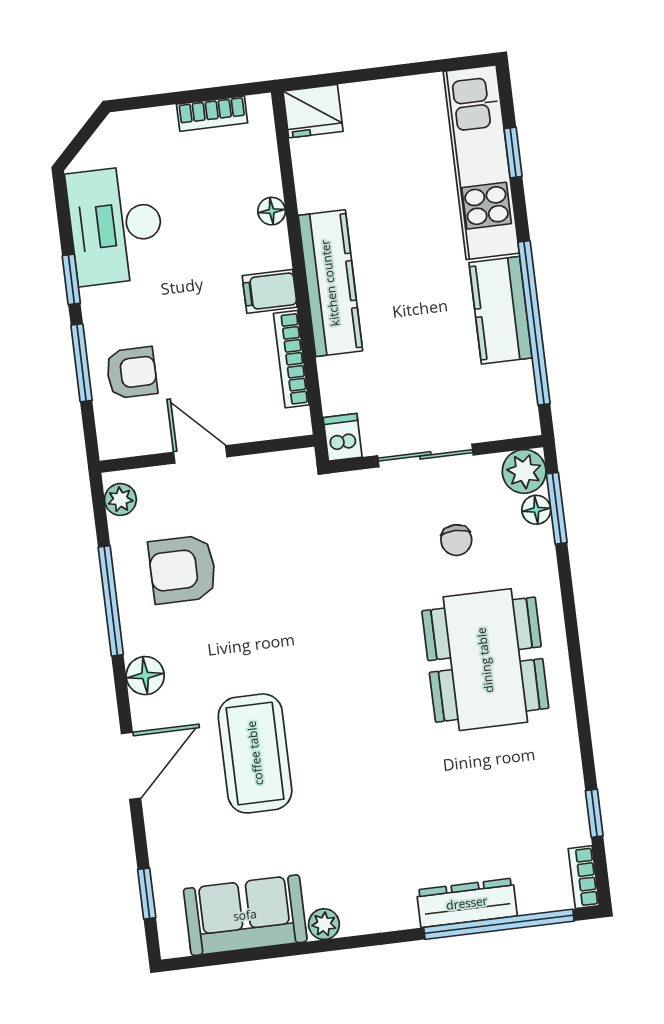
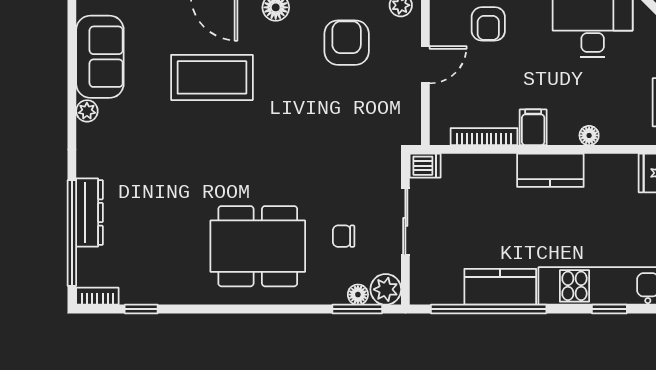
kitchen counter: (330, 283) -> (550, 170), width x0.67

